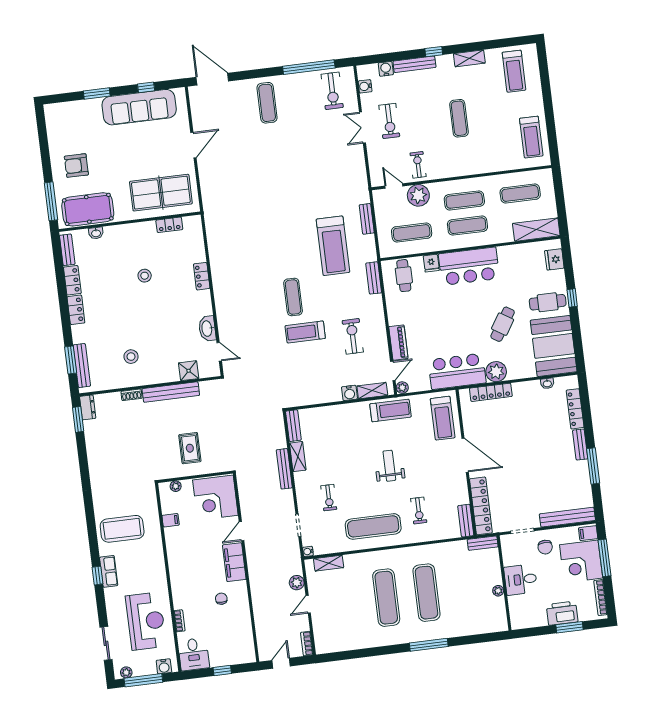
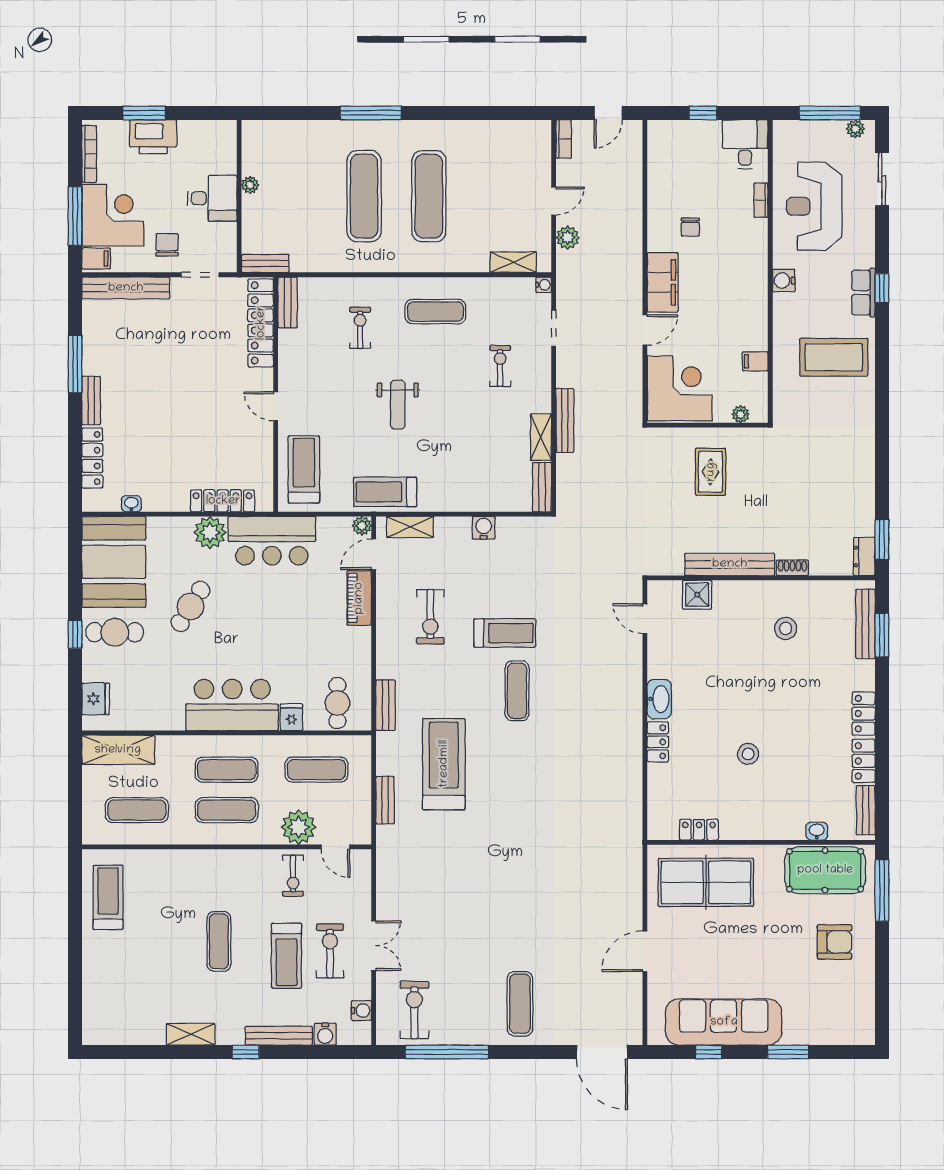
treadmill: (514, 71) -> (287, 956), moved, turned 180
washbasin: (207, 329) -> (659, 699), moved
water cooler: (349, 393) -> (484, 528), moved
door: (465, 455) -> (276, 406), width x0.53
exercise mat: (373, 526) -> (435, 312), width x0.73, depth x0.69
water cooler: (164, 666) -> (784, 281), moved, turned -90

